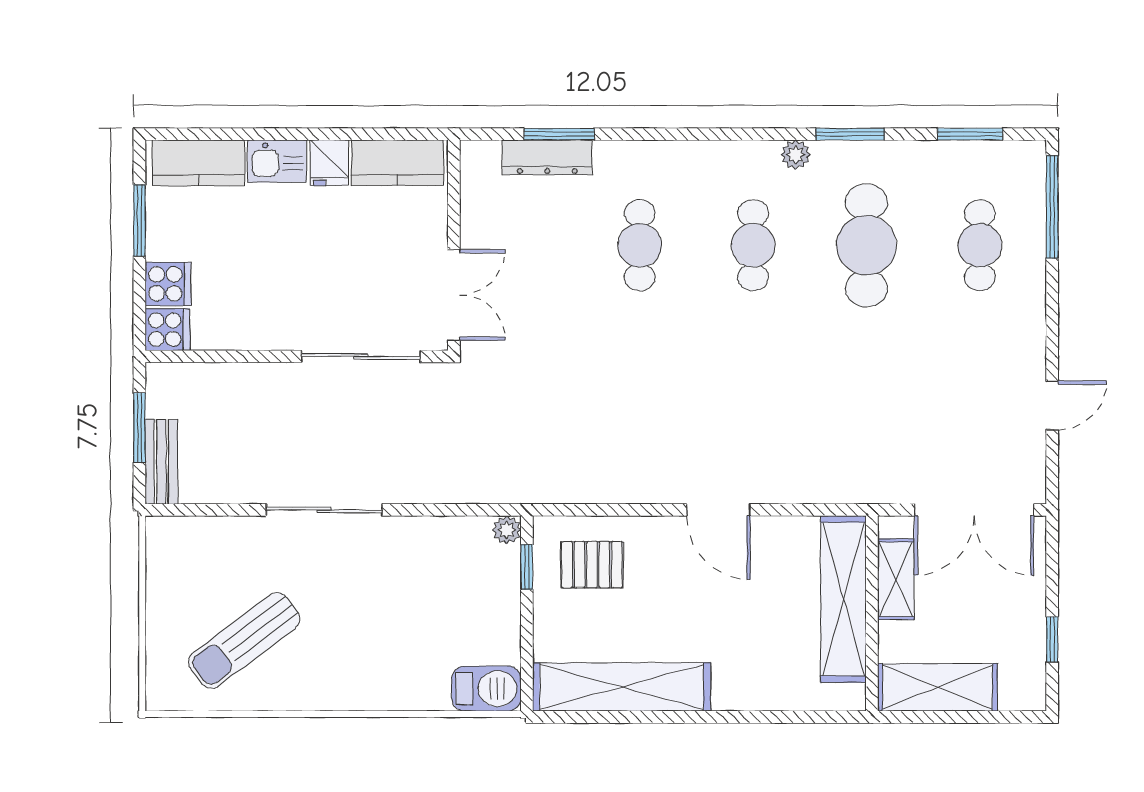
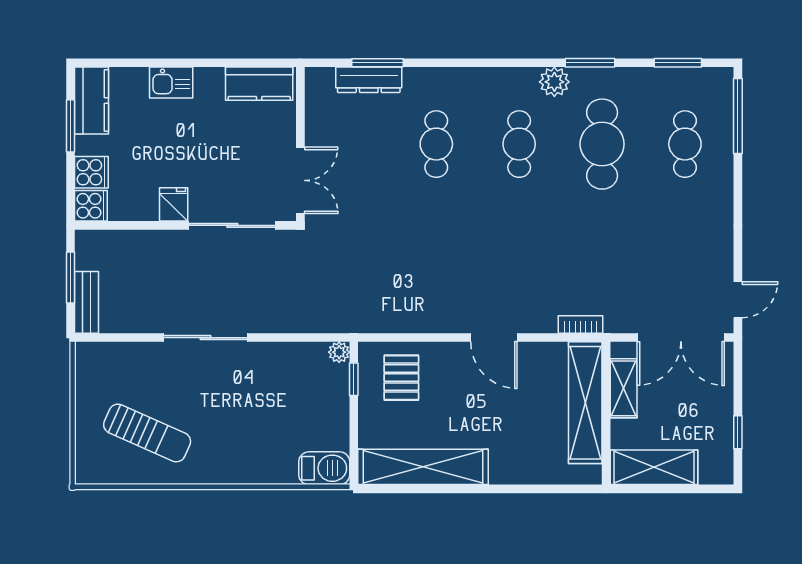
plant: (796, 155) -> (554, 82), width x1.38, depth x1.38
kitchen counter: (198, 163) -> (92, 101), moved, turned -90
fridge: (329, 163) -> (174, 204), moved, turned 180
door: (1052, 405) -> (738, 300), moved
bookcase: (837, 492) -> (581, 324), added
pallet: (592, 565) -> (401, 378), turned 90
sun lounger: (244, 640) -> (147, 433), turned -119

